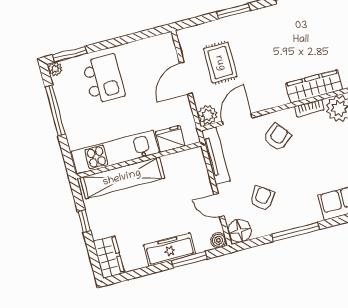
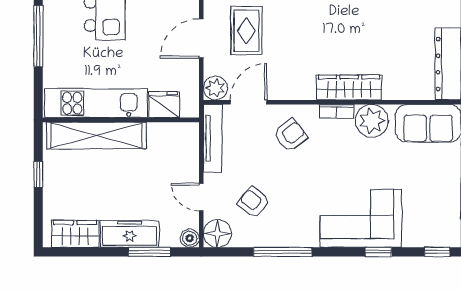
armchair: (262, 198) -> (254, 202), turned -86
wardrobe: (109, 257) -> (75, 234), moved, turned -90

